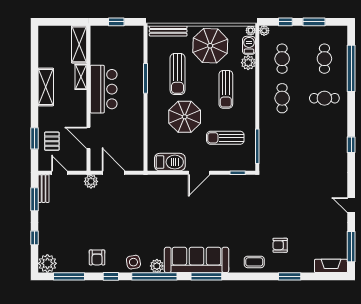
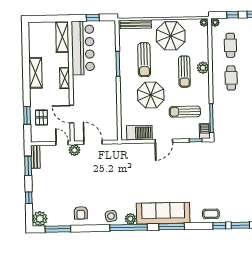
barbecue: (249, 45) -> (205, 131), moved
plant: (248, 63) -> (203, 68), moved
shelving: (81, 77) -> (65, 78), moved
bar counter: (104, 89) -> (83, 48), moved, width x1.36
door: (59, 173) -> (62, 143), moved
armchair: (280, 245) -> (232, 200), removed
window: (111, 276) -> (219, 226), moved

